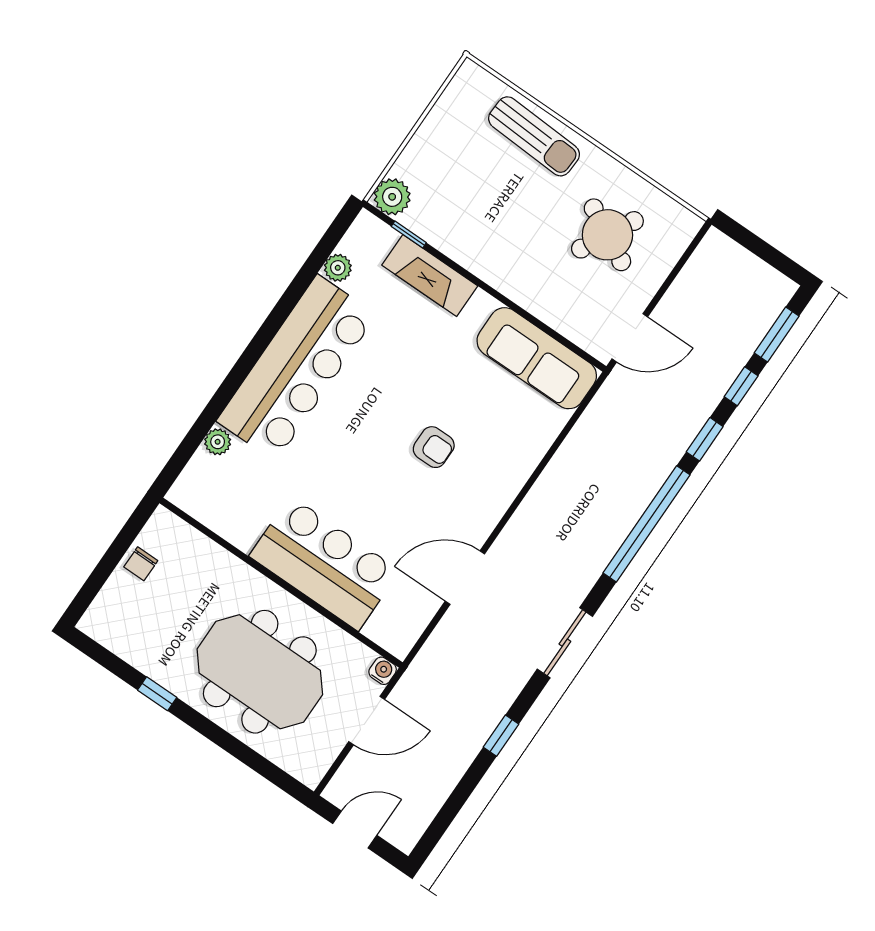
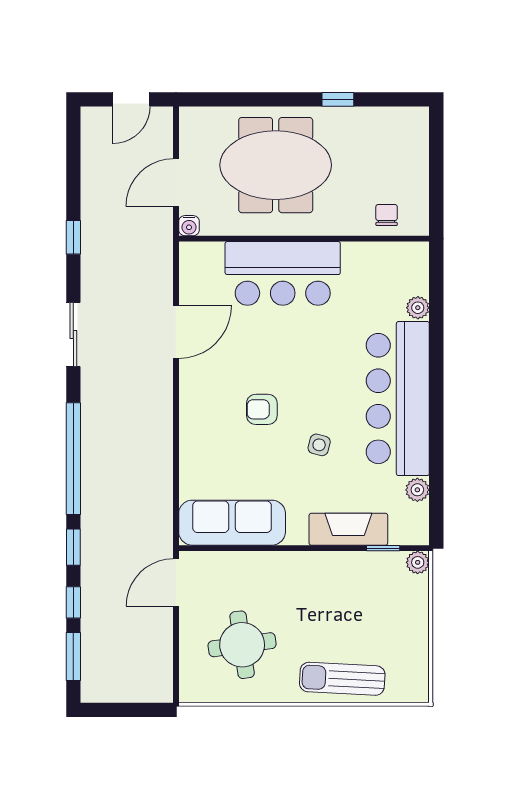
plant: (392, 197) -> (418, 562), width x0.73, depth x0.73
round table: (607, 235) -> (242, 645), turned -36
side table: (402, 375) -> (319, 445), added
chair: (141, 564) -> (387, 215), moved

